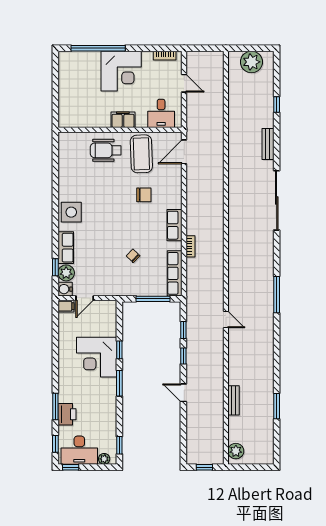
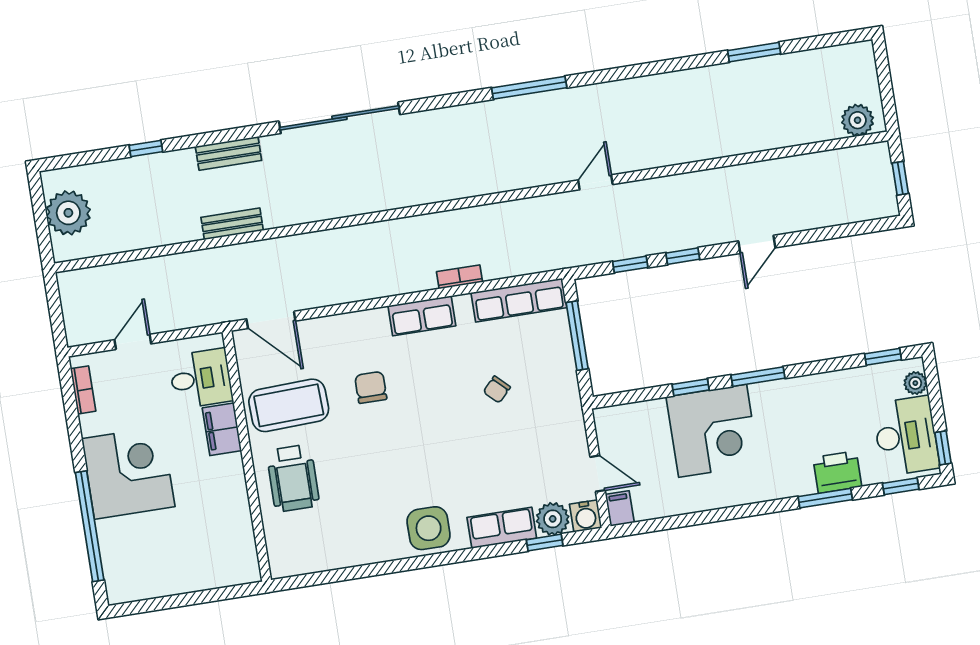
filing cabinet: (123, 120) -> (222, 429), moved
bench: (234, 400) -> (232, 224), moved

